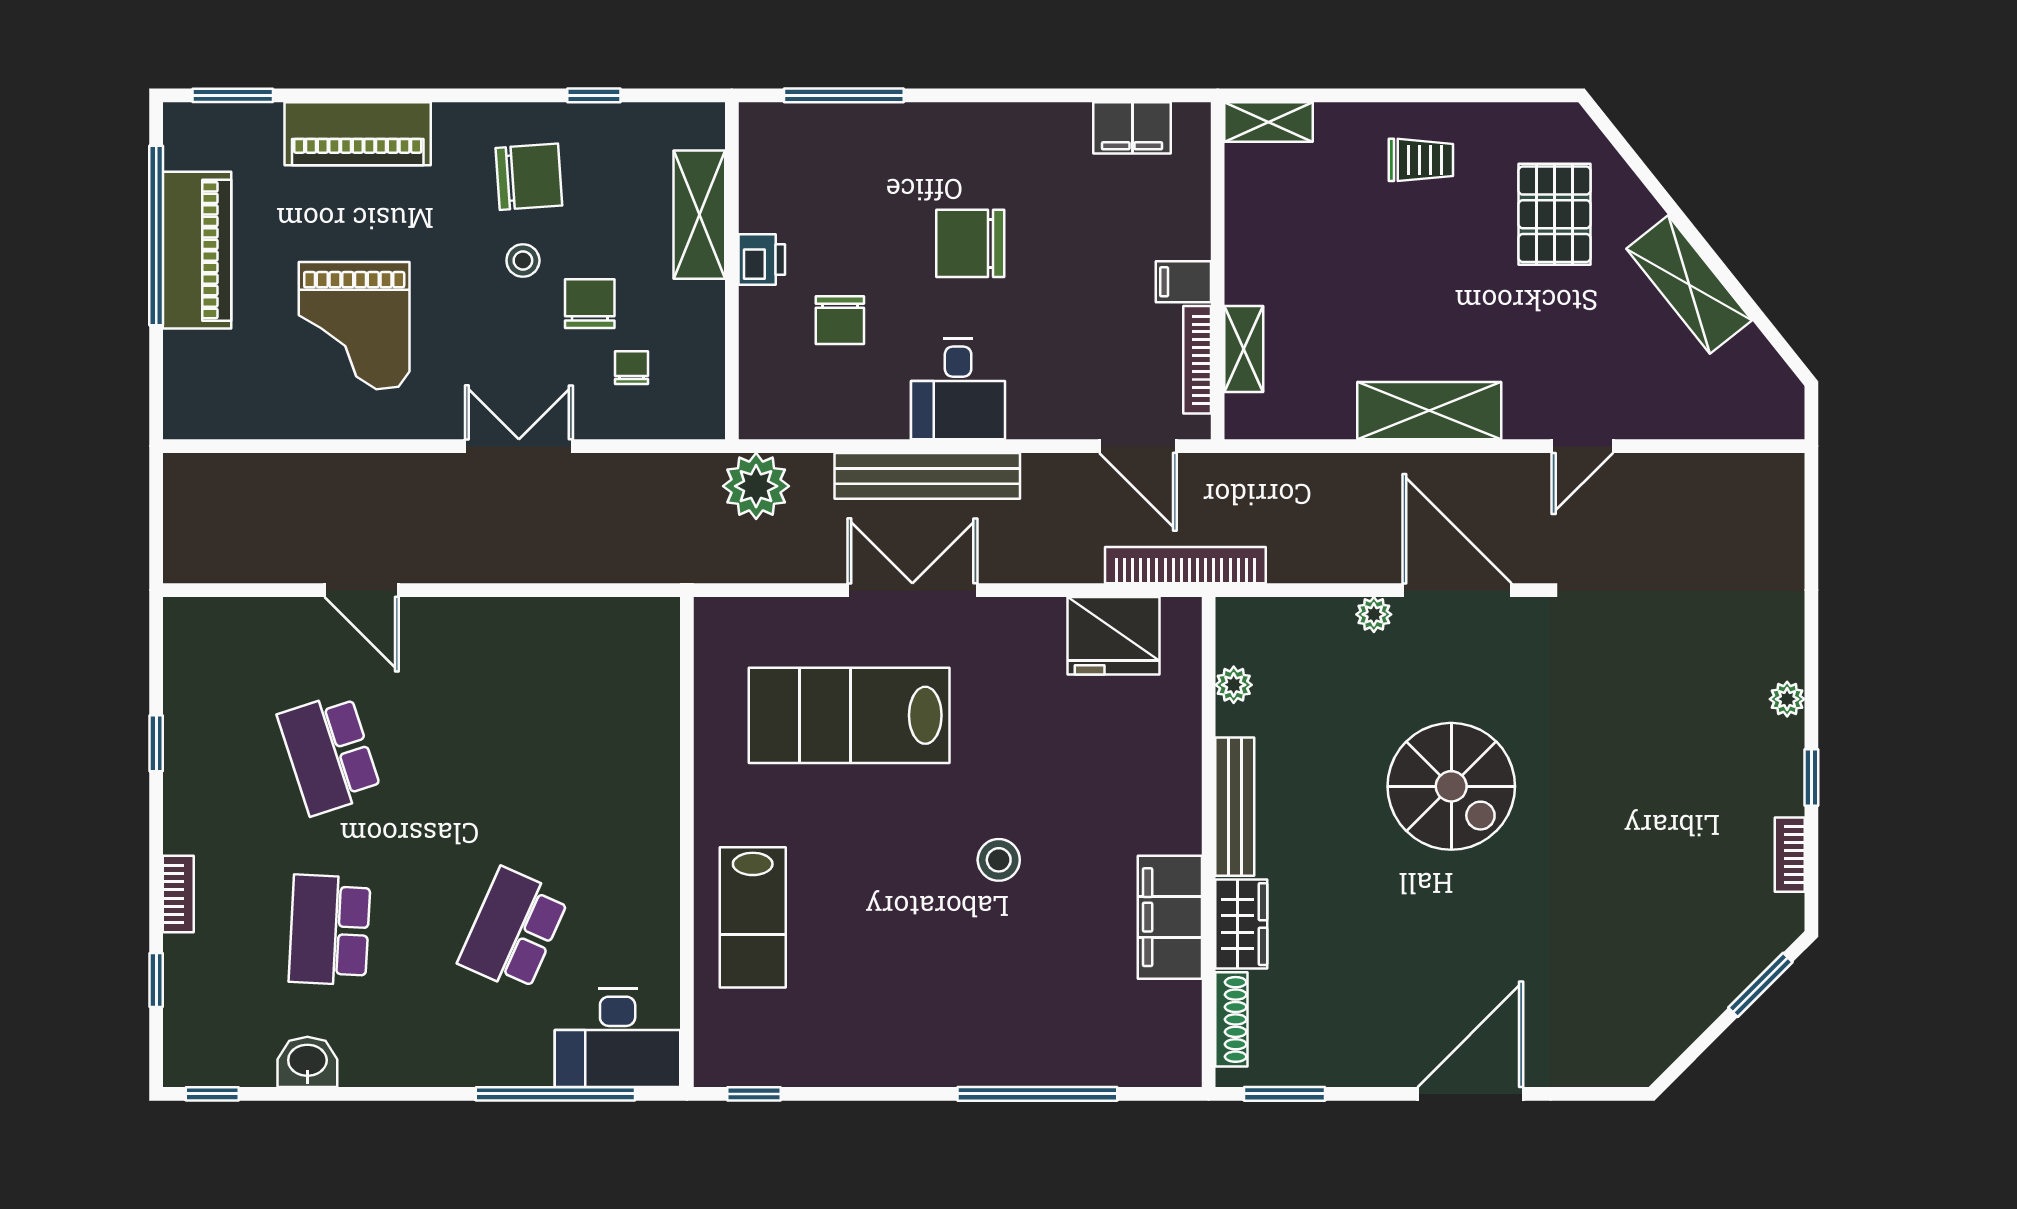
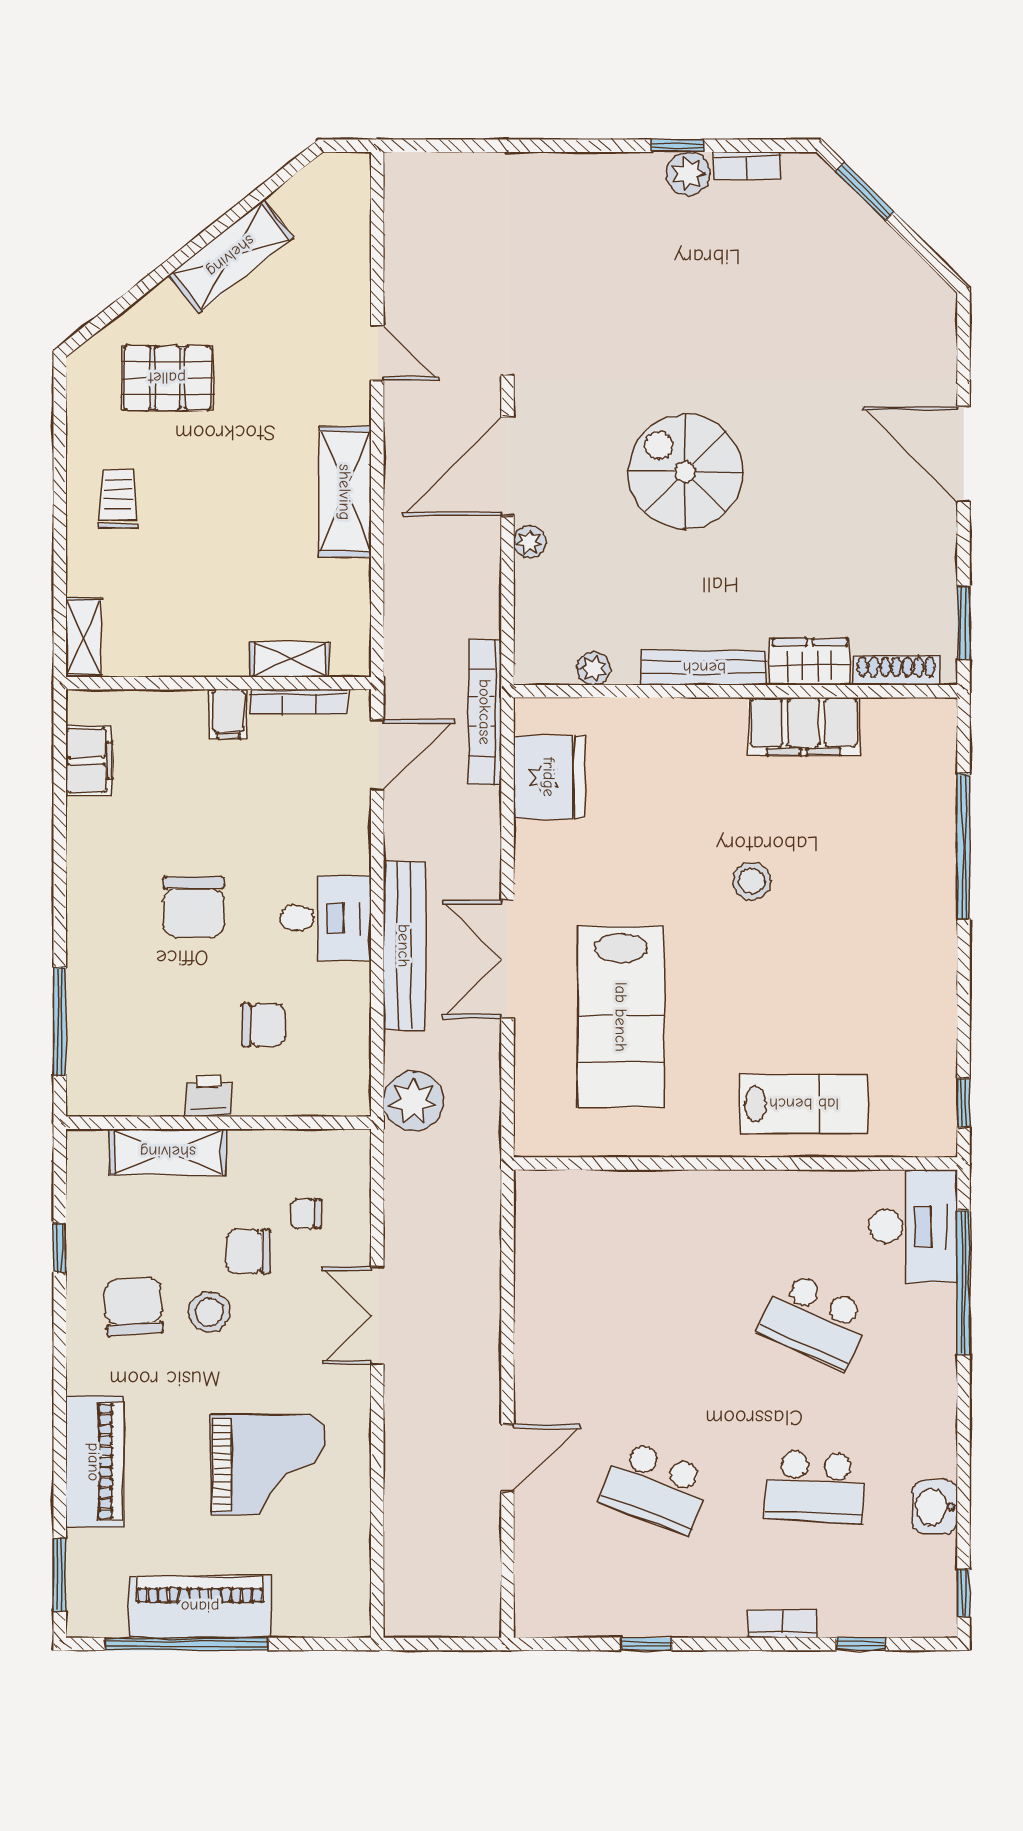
stool: (523, 260) -> (209, 1312), width x1.37, depth x1.37
plant: (1787, 699) -> (688, 174), moved, width x1.38, depth x1.38
school desk: (330, 754) -> (656, 1487), turned 39
spiral stairs: (1451, 786) -> (685, 472), turned -90

